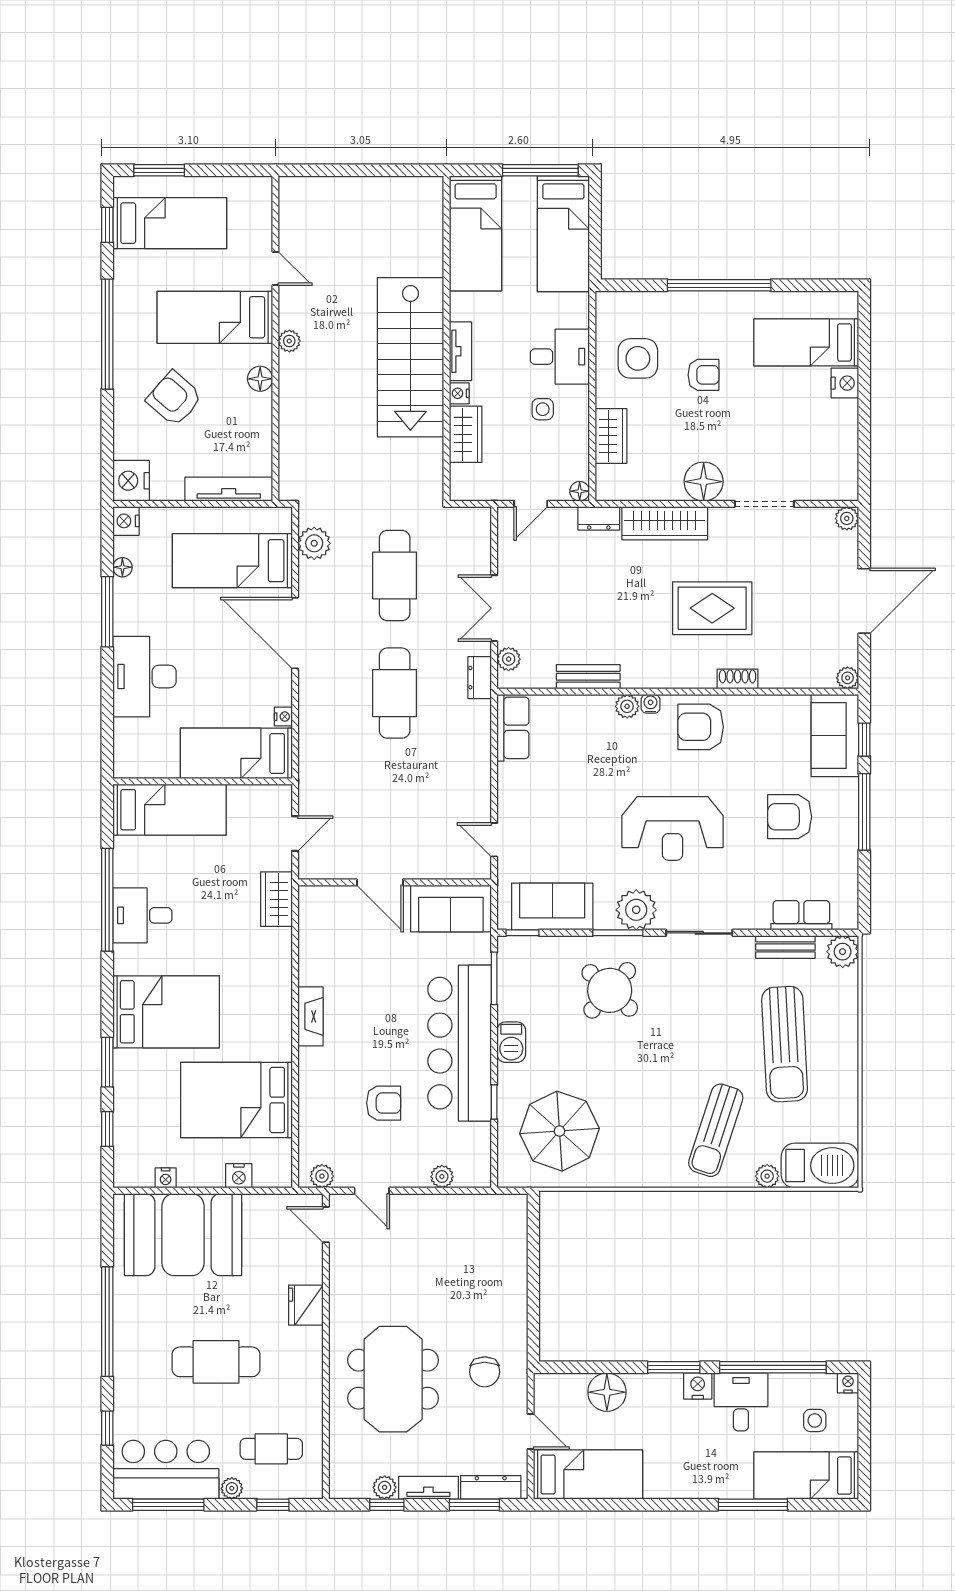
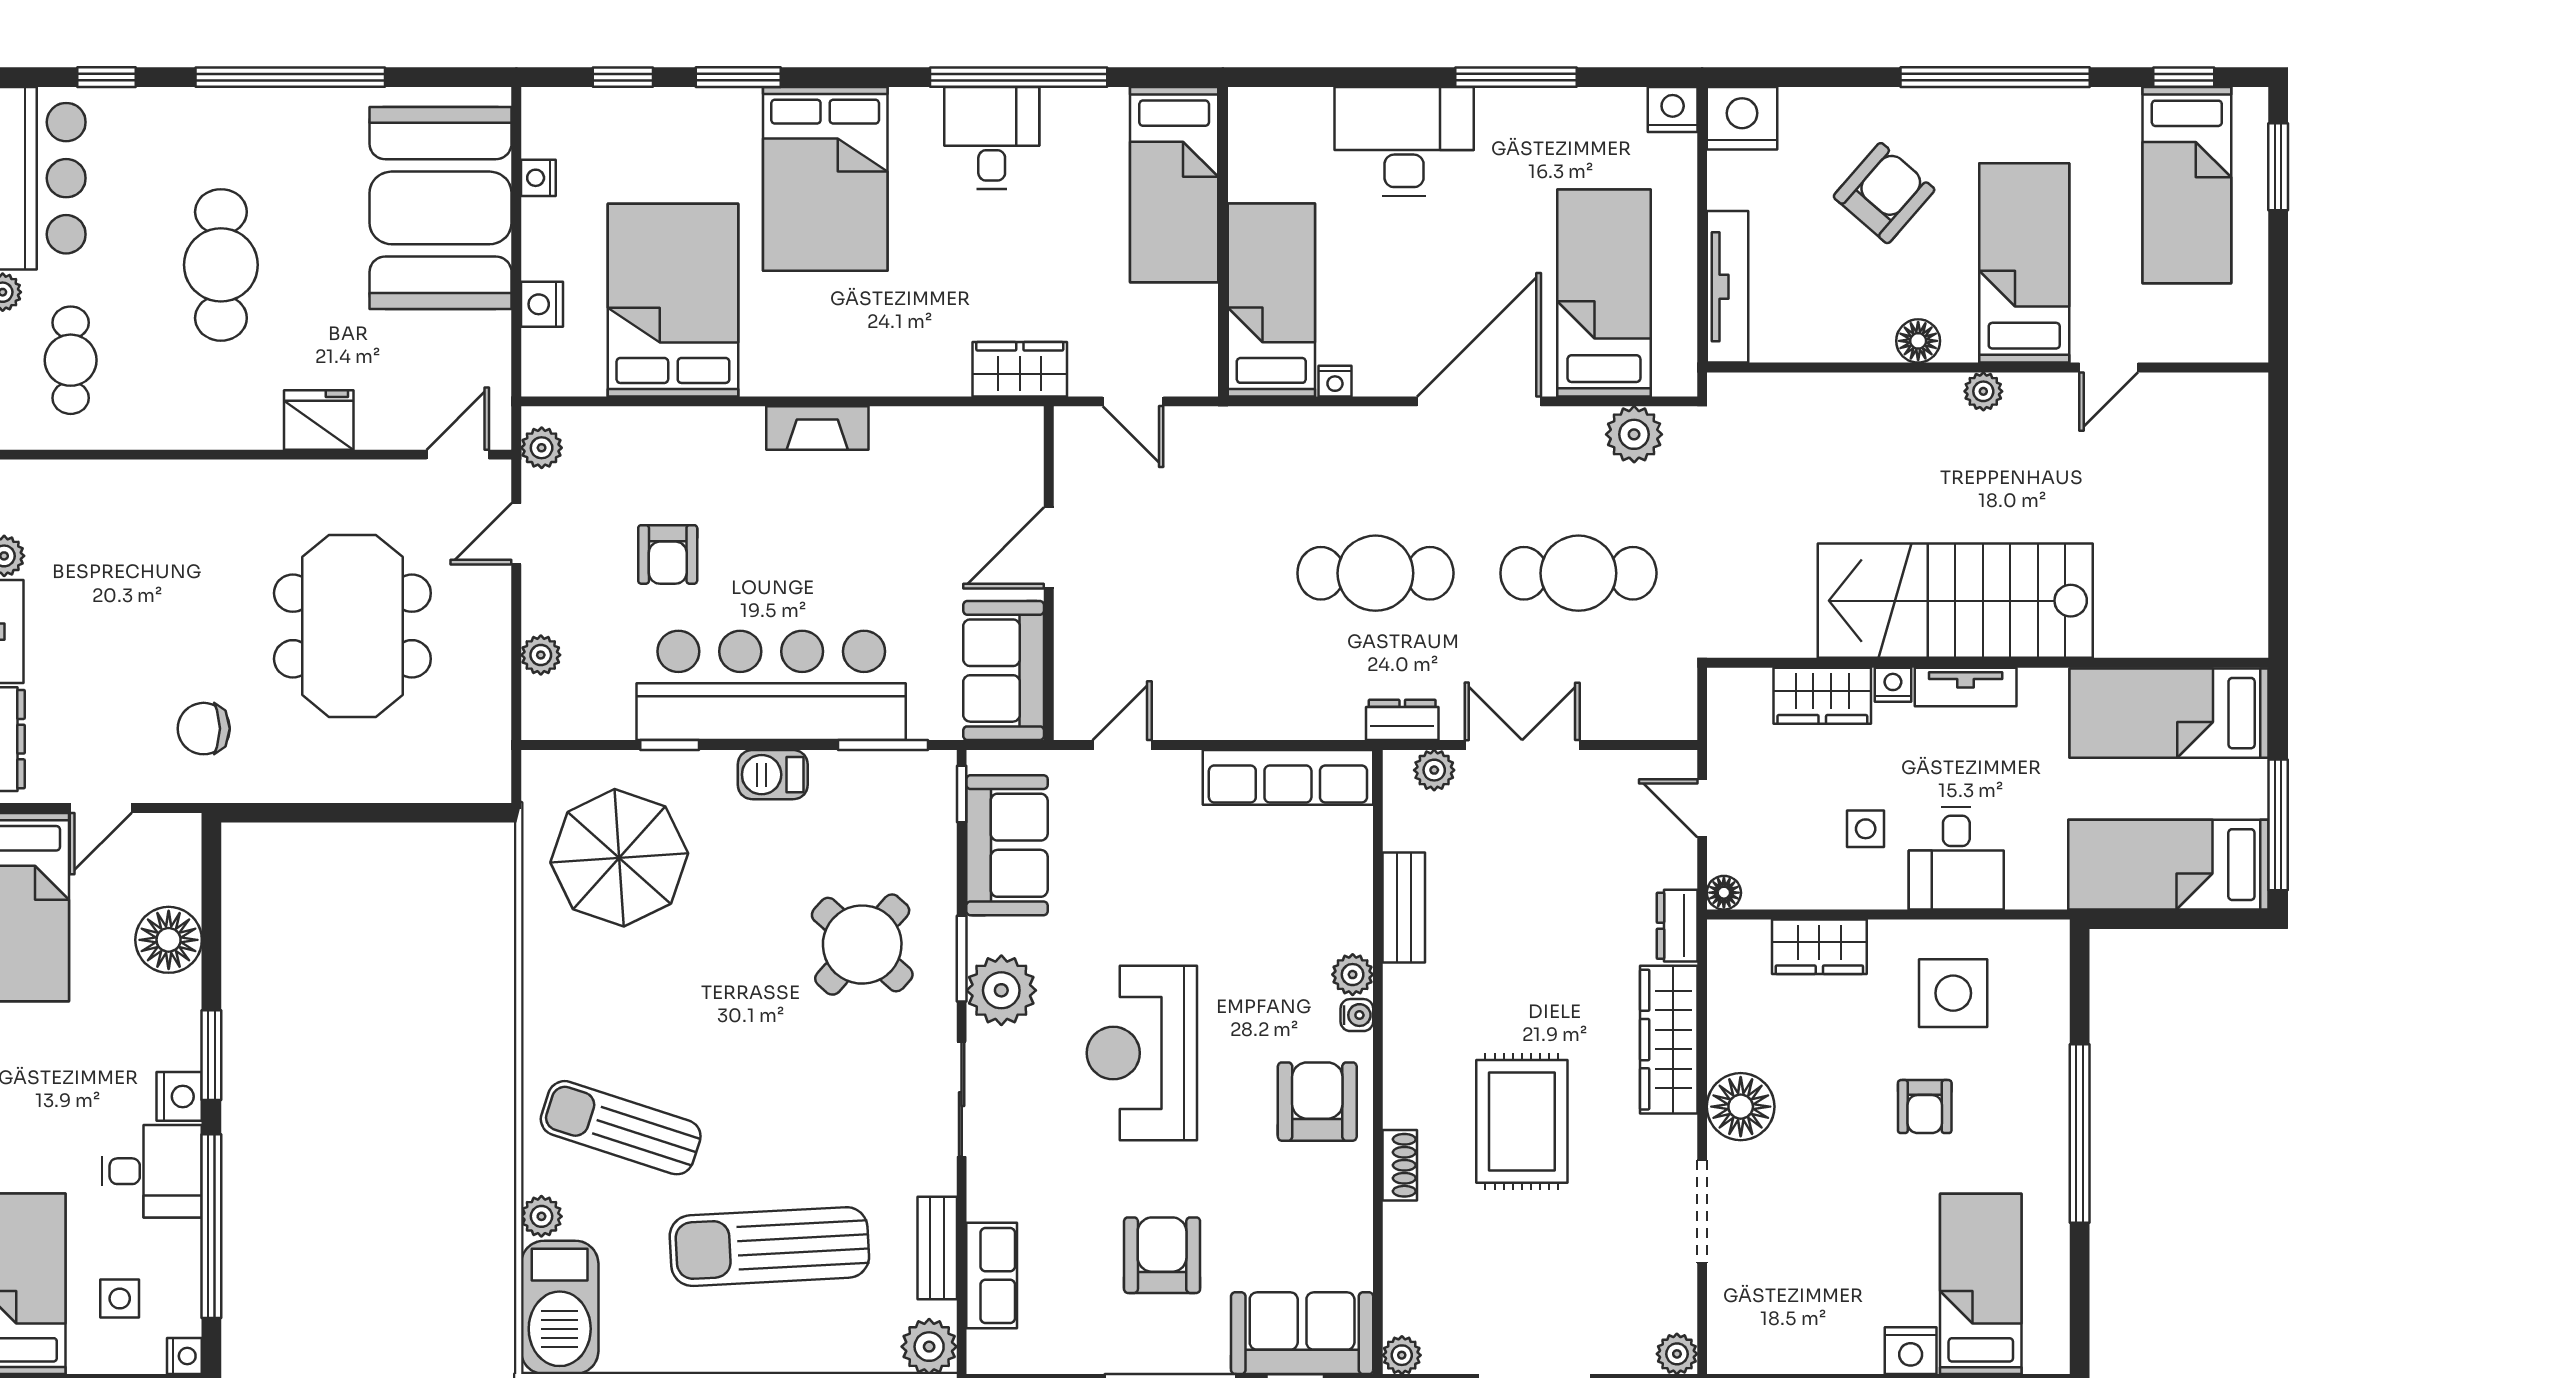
floor lamp: (122, 567) -> (1593, 103), removed
row of seats: (513, 728) -> (1288, 777), width x1.48
meeting table: (393, 1379) -> (352, 626), moved, turned 90

